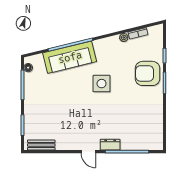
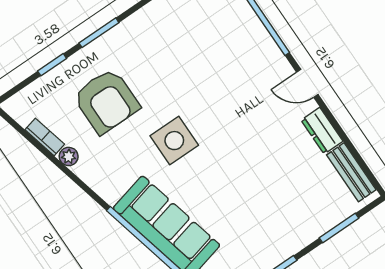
armchair: (147, 73) -> (106, 101), moved
dresser: (110, 145) -> (322, 131), moved
door: (88, 152) -> (307, 83), swing flipped

